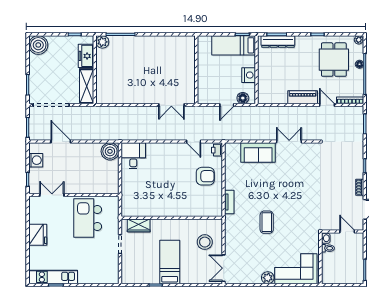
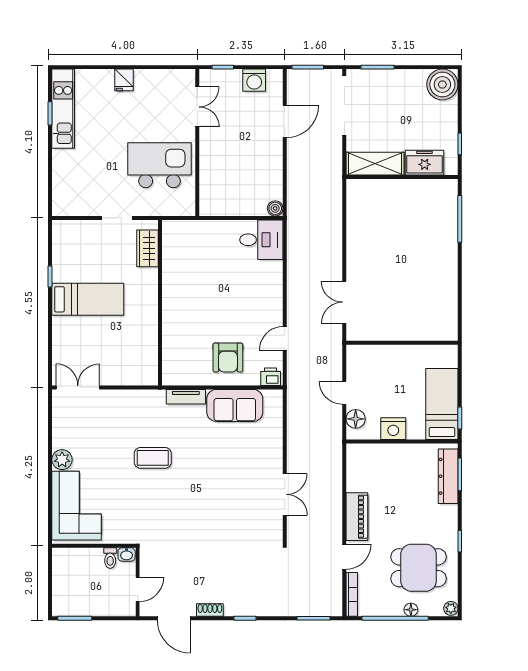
plant: (102, 42) -> (447, 189), removed
boiler: (110, 151) -> (275, 208), width x0.54, depth x0.54
sofa: (258, 152) -> (235, 405), moved, turned -90
fridge: (38, 235) -> (124, 80), width x0.53, depth x0.75
stool: (205, 242) -> (120, 357), removed

